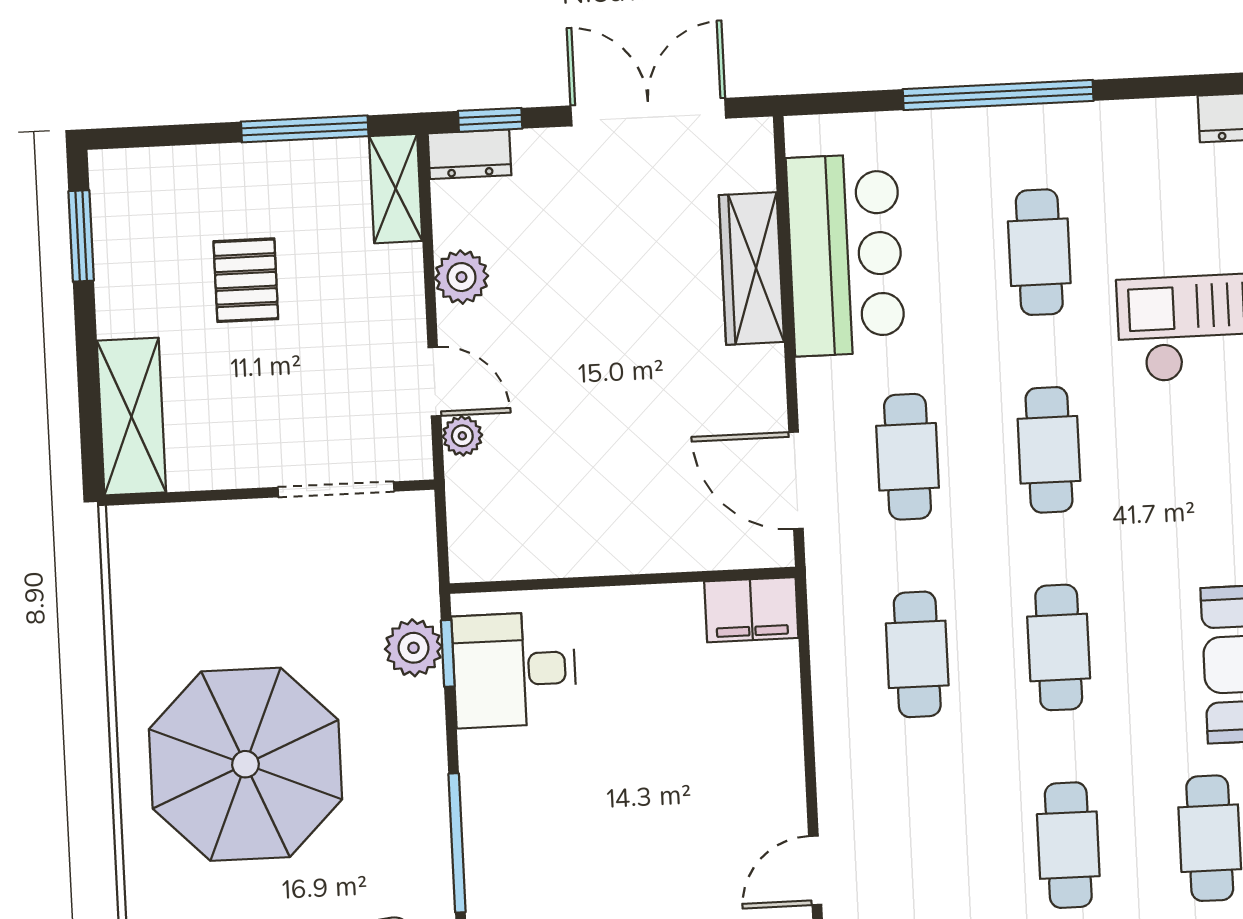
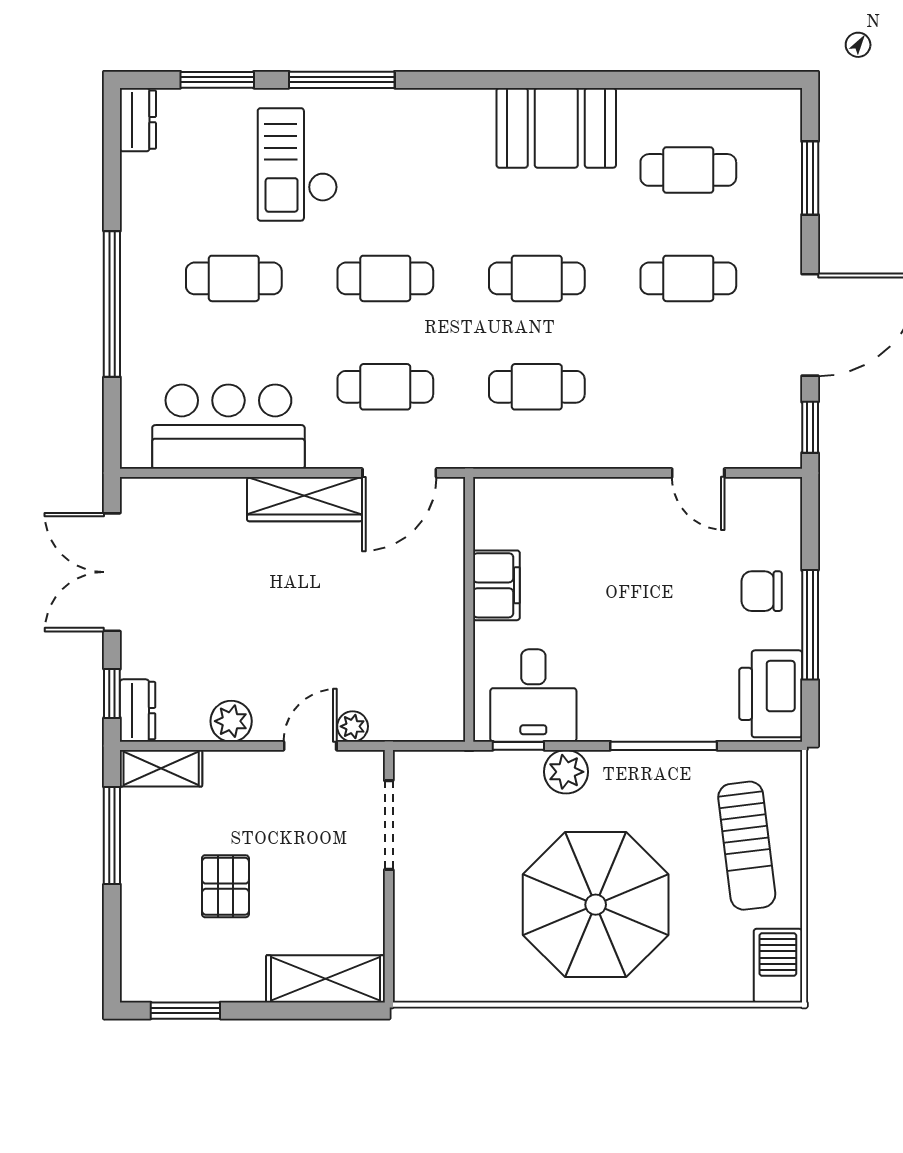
wardrobe: (751, 269) -> (305, 499), moved
pallet: (246, 280) -> (225, 886), turned 90
filing cabinet: (751, 610) -> (496, 585), moved
plant: (414, 648) -> (566, 772), moved

